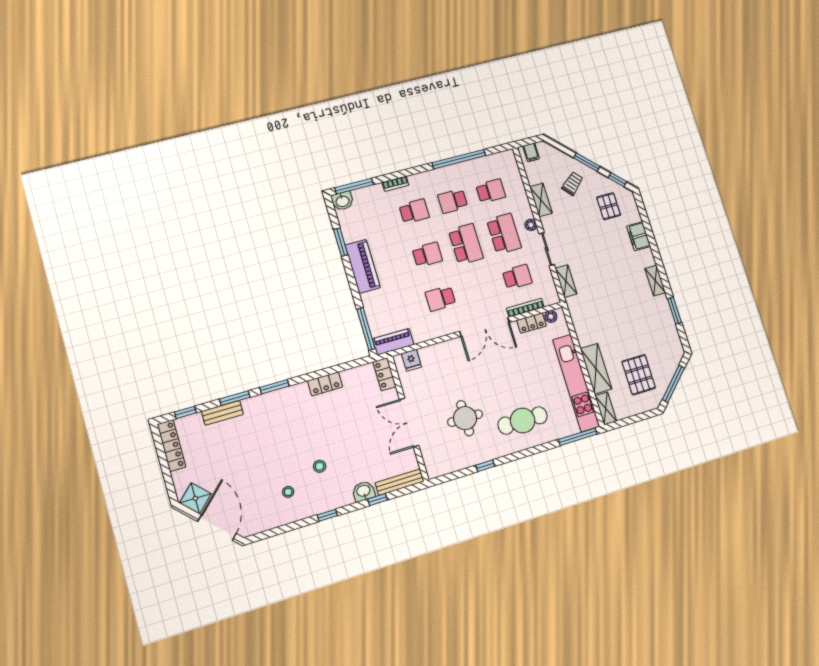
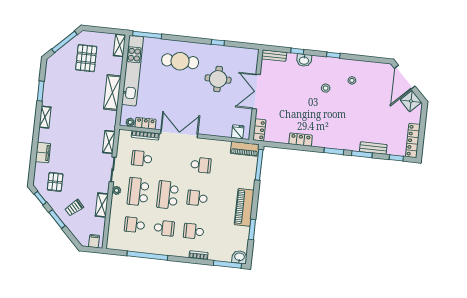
shelving: (596, 369) -> (112, 93), moved
double door: (409, 422) -> (256, 92), swing flipped
bench: (400, 482) -> (274, 56), width x0.73

